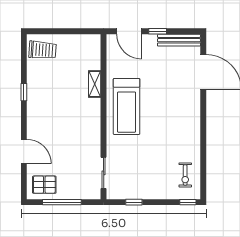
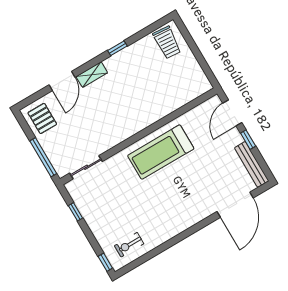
shelving: (95, 84) -> (92, 75), moved
window: (62, 202) -> (43, 157), moved

